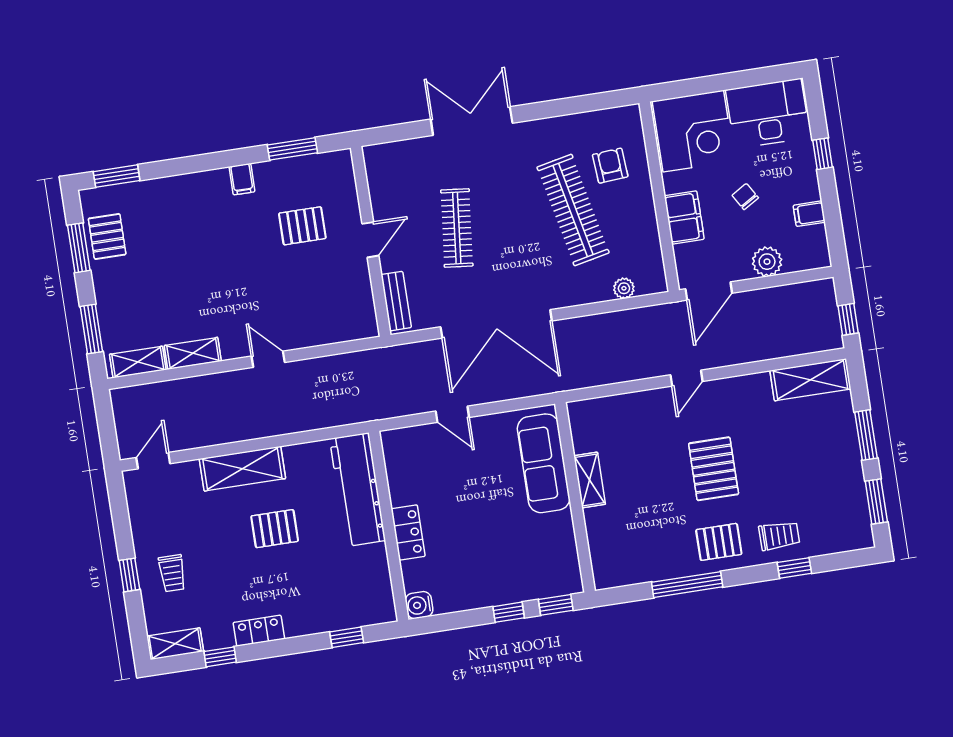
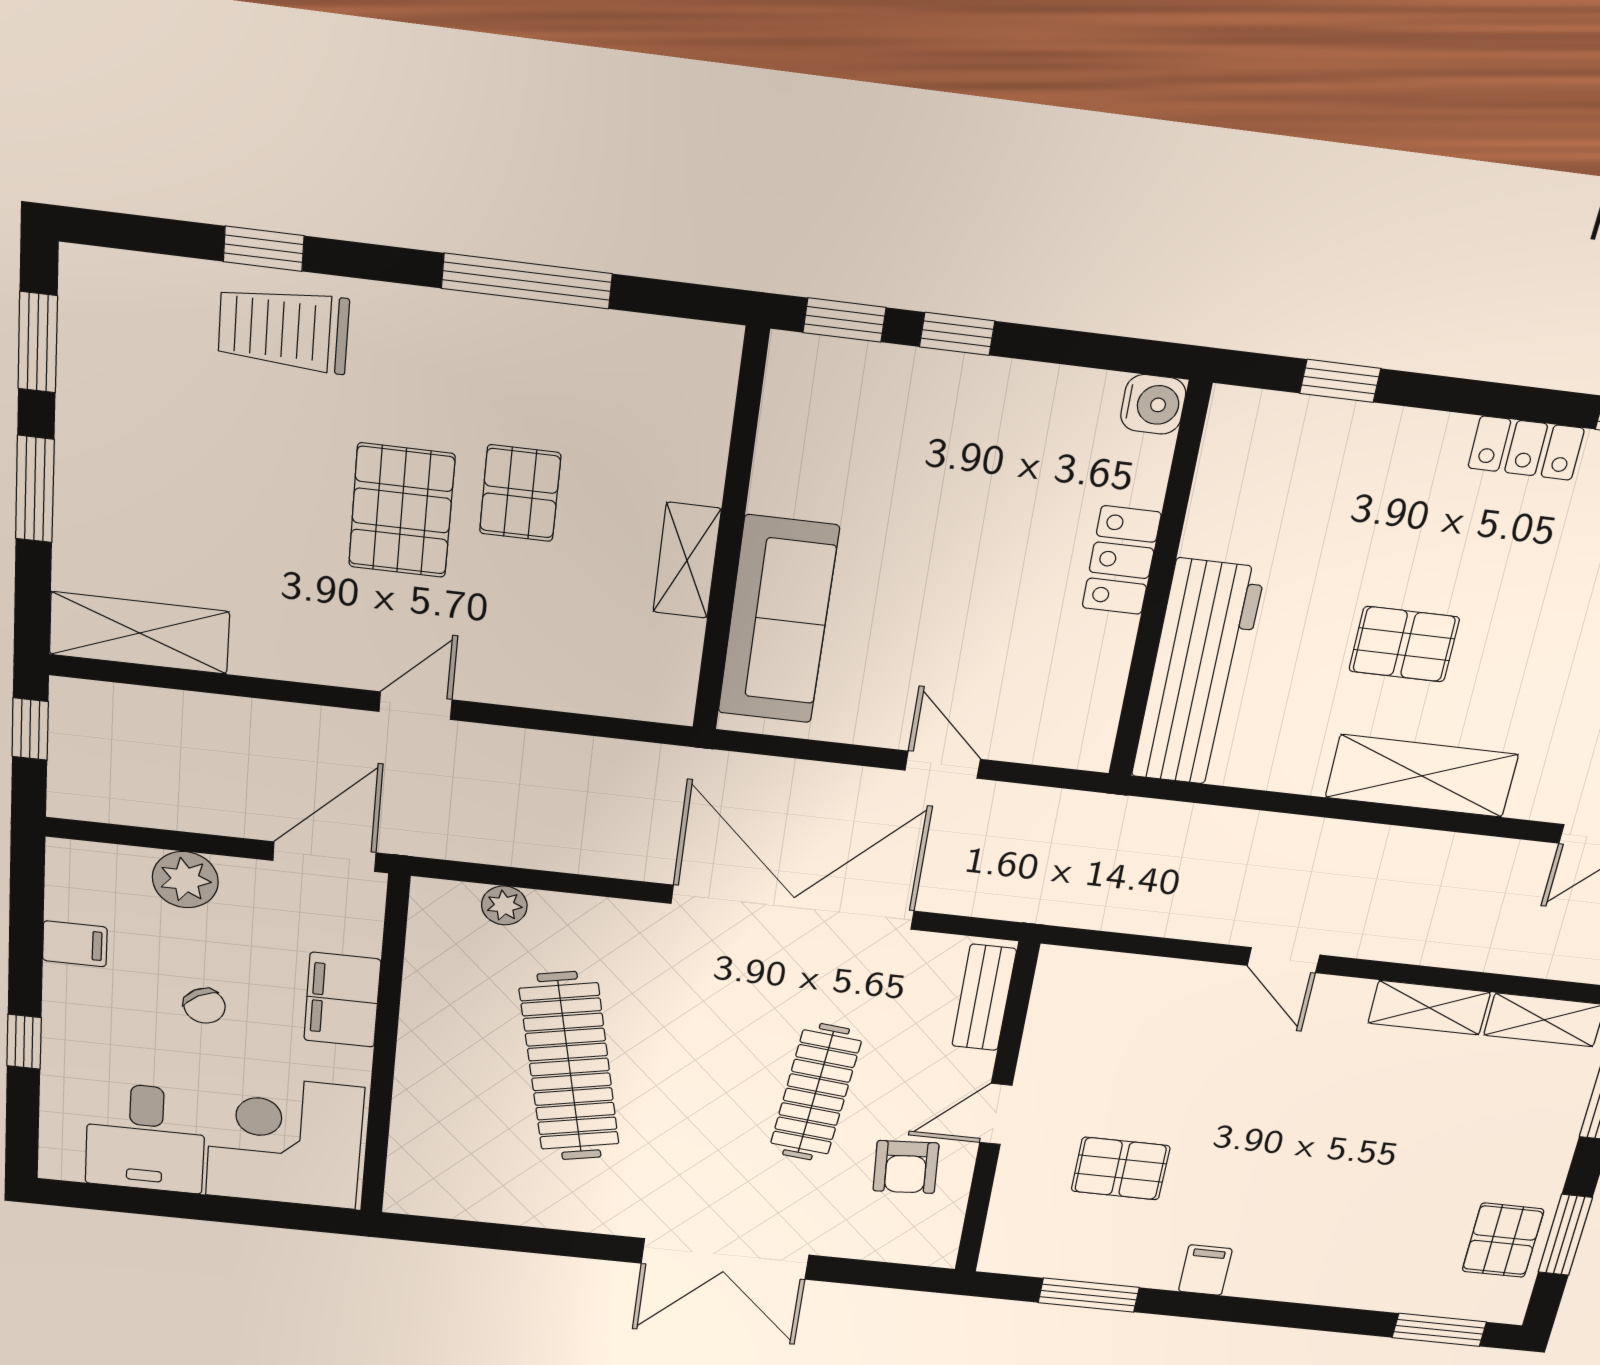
desk: (768, 113) -> (146, 1138), width x0.73
armchair: (610, 166) -> (906, 1167), moved
trolley: (779, 536) -> (284, 329), width x1.36, depth x1.39
pallet: (719, 542) -> (520, 493), moved, turned 90

